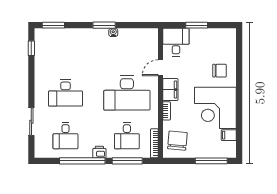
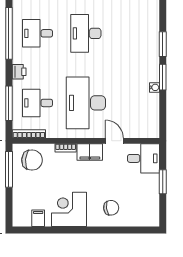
window: (53, 25) -> (163, 44), moved
chair: (220, 71) -> (111, 208), turned -98
corner desk: (215, 108) -> (69, 209), width x0.74, depth x0.74
window: (82, 161) -> (9, 33), moved
window: (211, 161) -> (9, 169), moved

